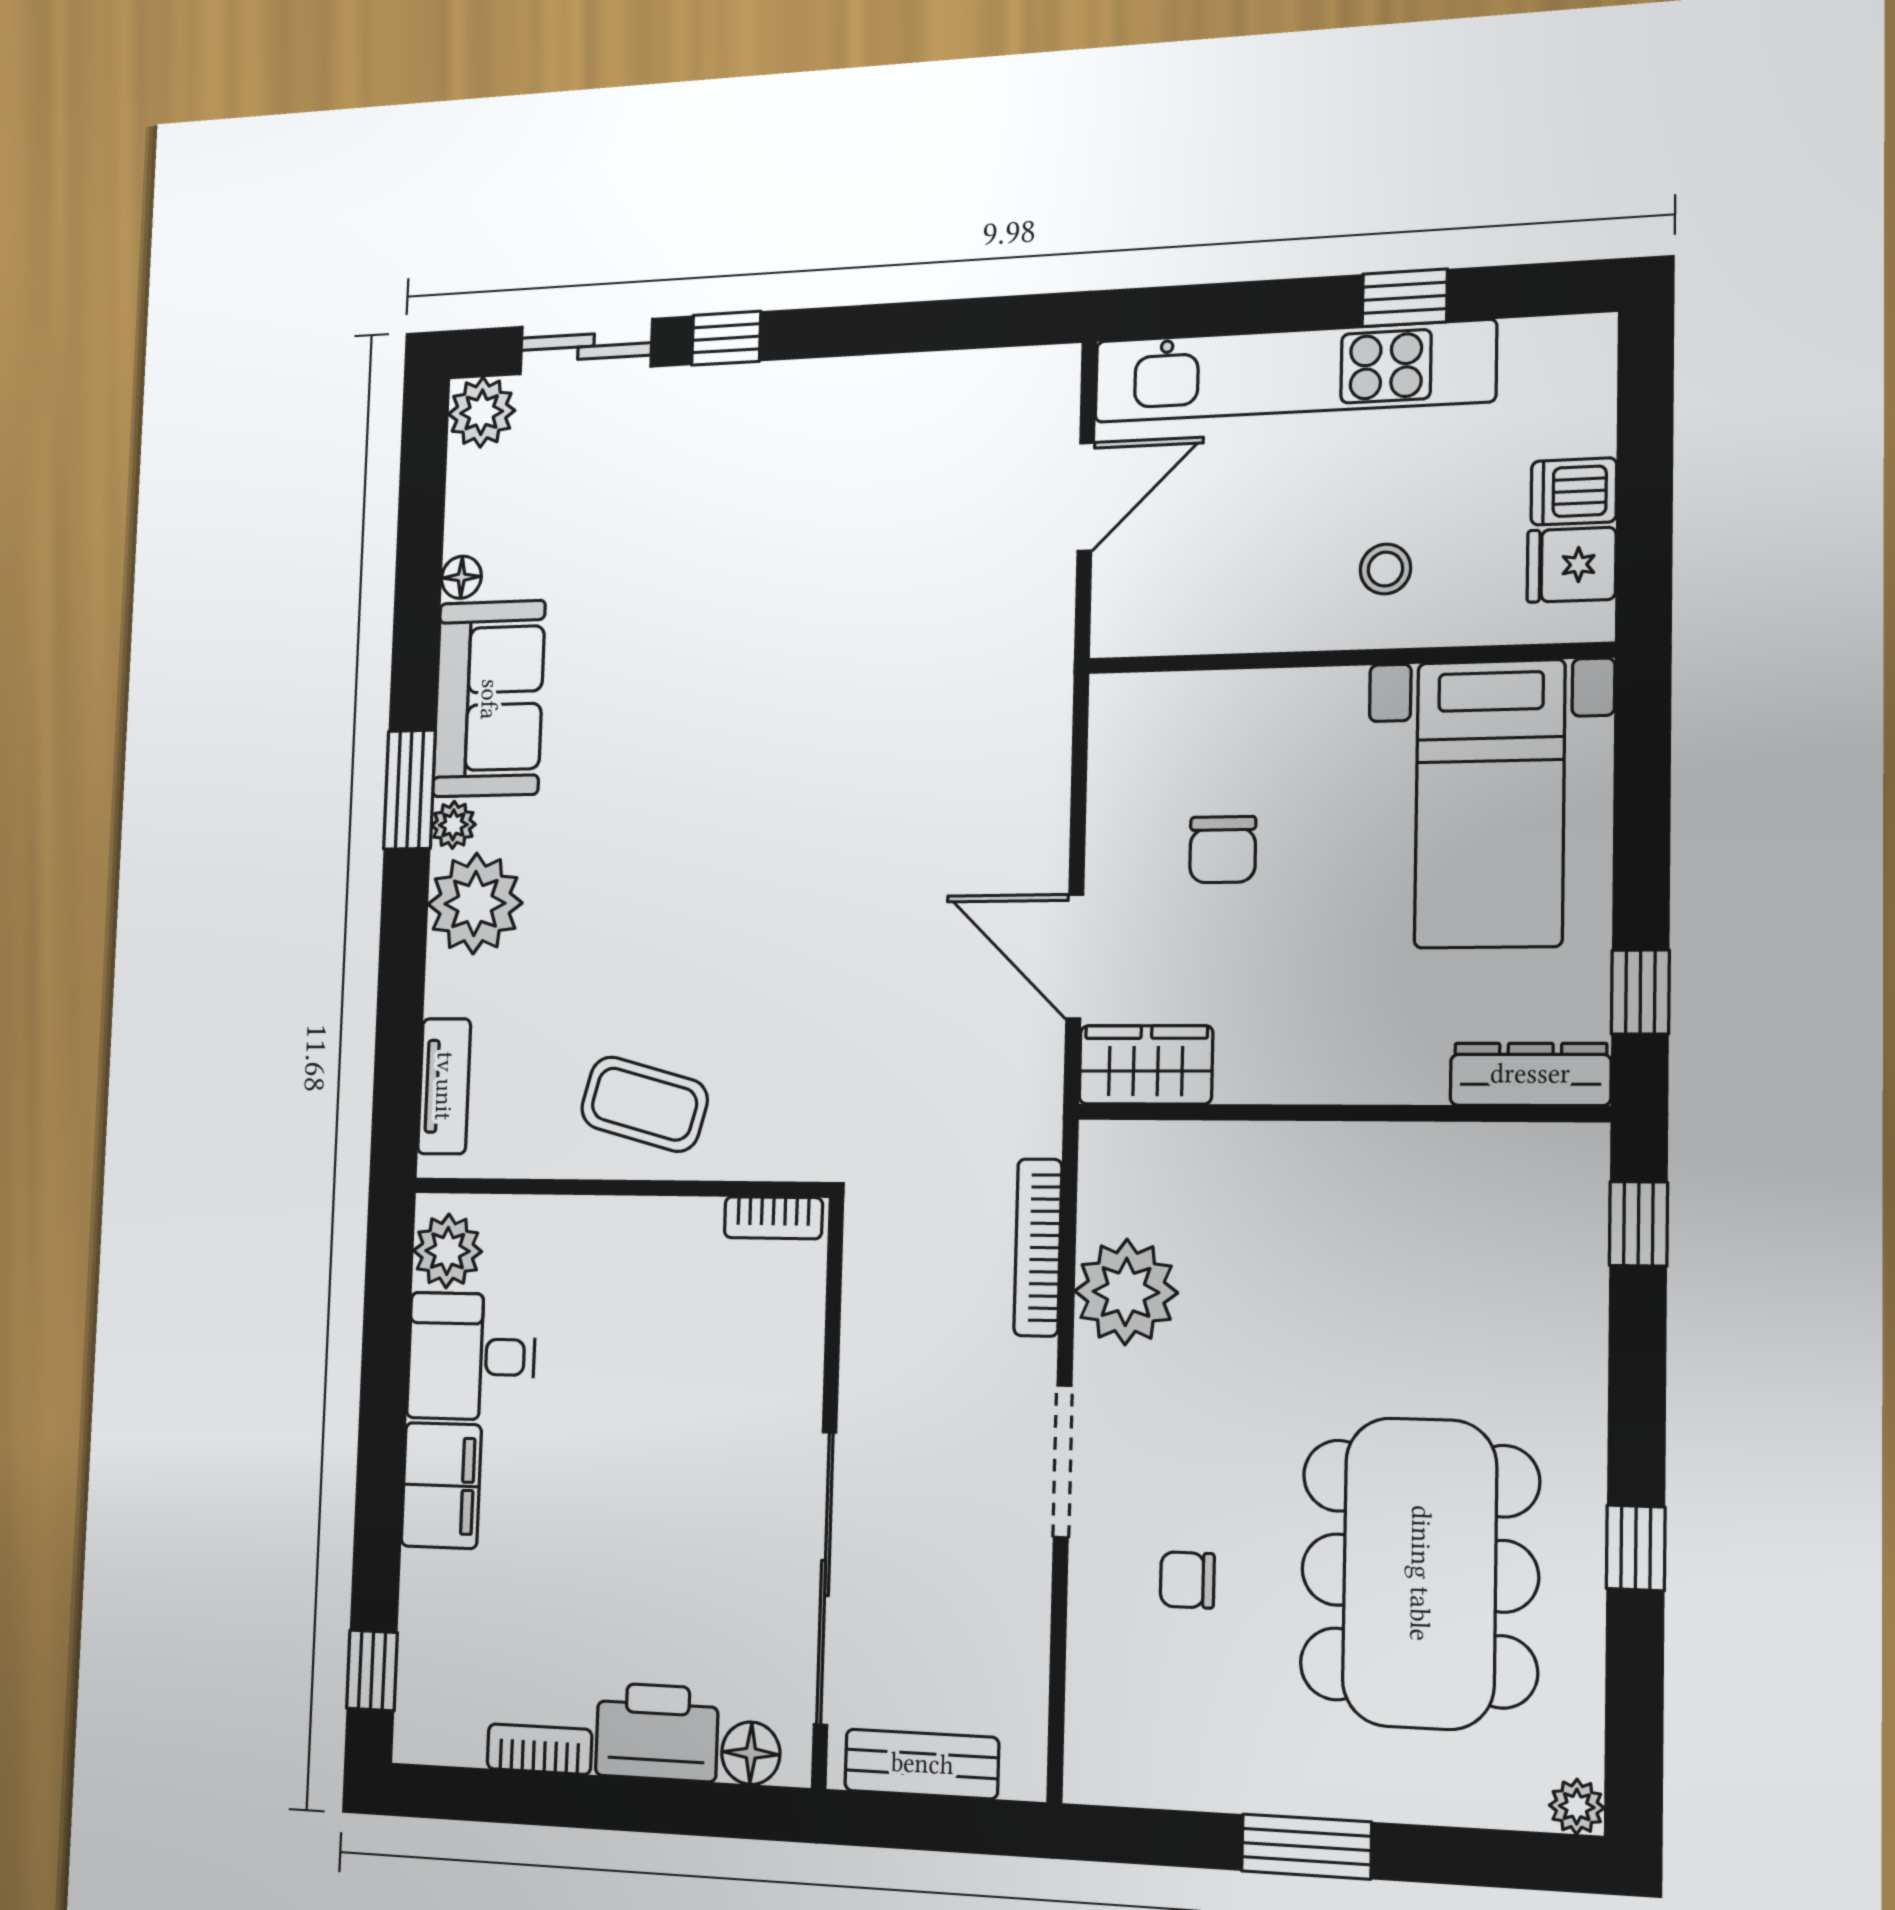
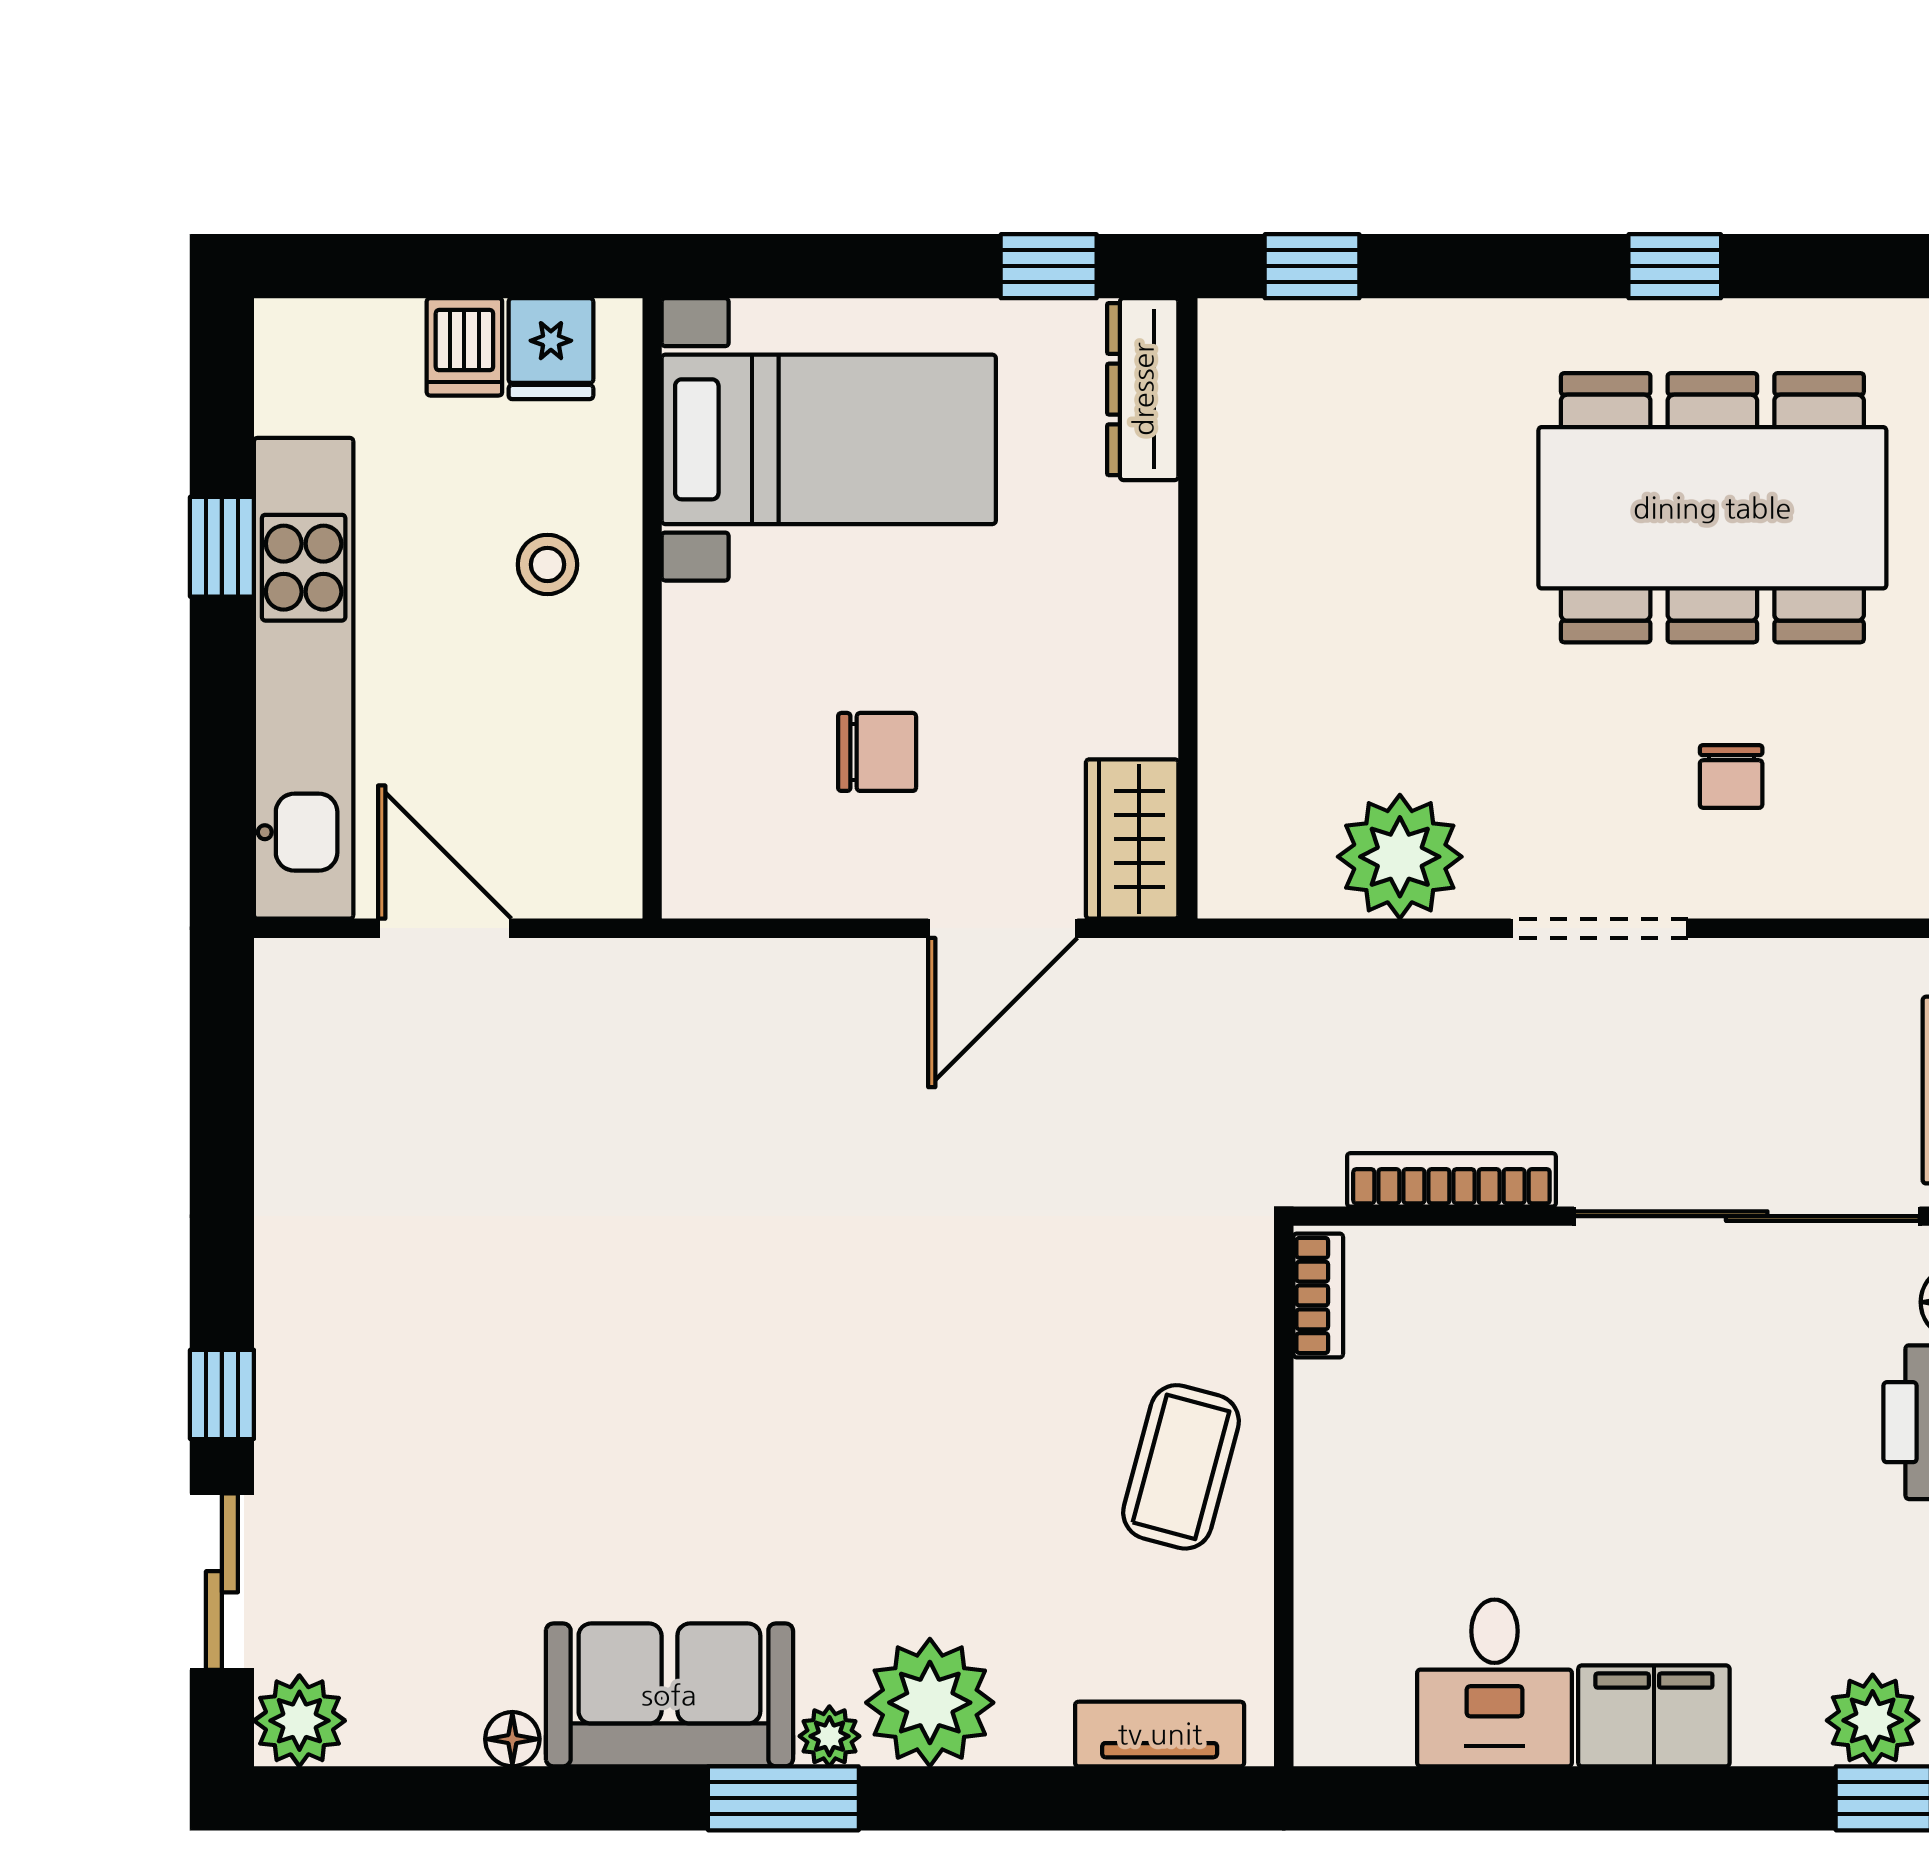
bookcase: (1038, 1247) -> (1451, 1180), moved, turned 180
plant: (447, 1251) -> (1873, 1720), moved

